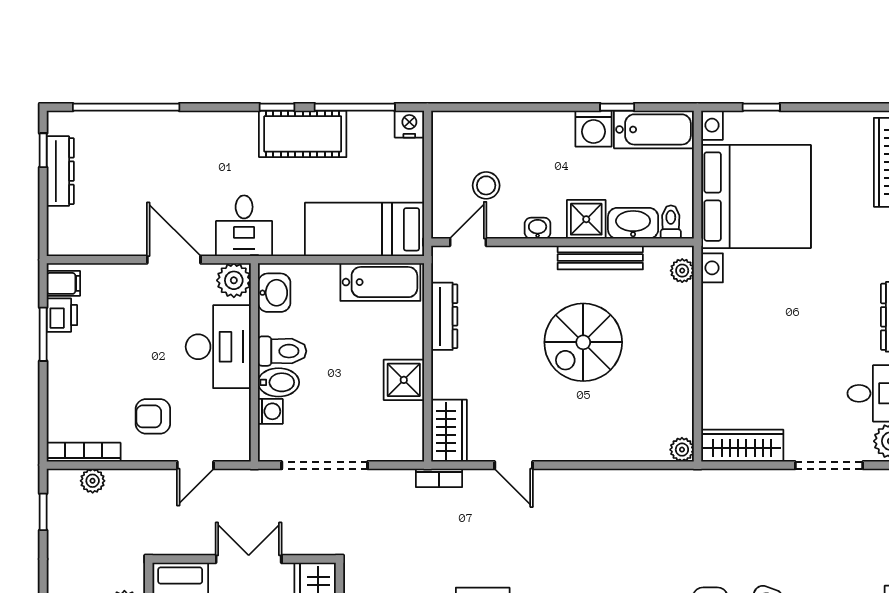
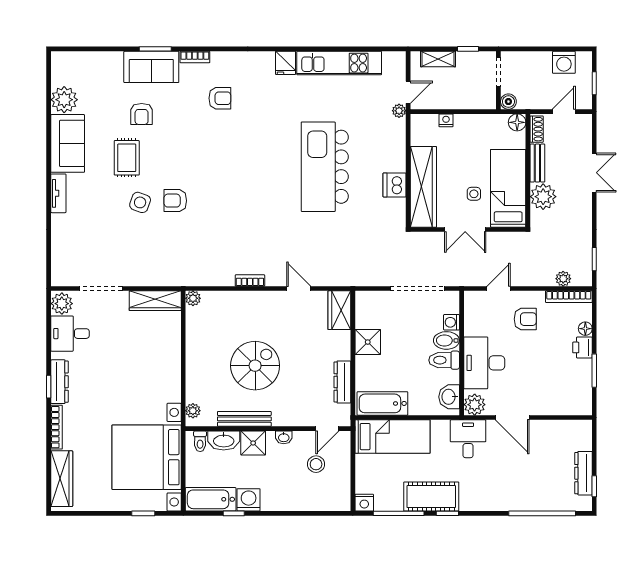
filing cabinet: (63, 283) -> (582, 403), removed
printer: (62, 315) -> (582, 347), moved
floor lamp: (57, 401) -> (585, 329), added
bookcase: (439, 478) -> (250, 280), moved

